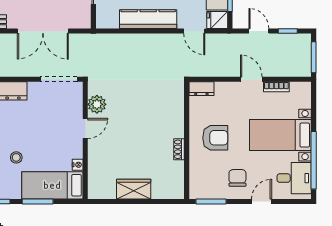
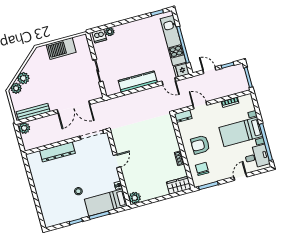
door: (251, 79) -> (200, 105), moved
plant: (97, 104) -> (135, 198), moved
armchair: (215, 138) -> (200, 145), turned 180
chair: (237, 178) -> (202, 169), moved
wardrobe: (134, 189) -> (179, 185), moved

